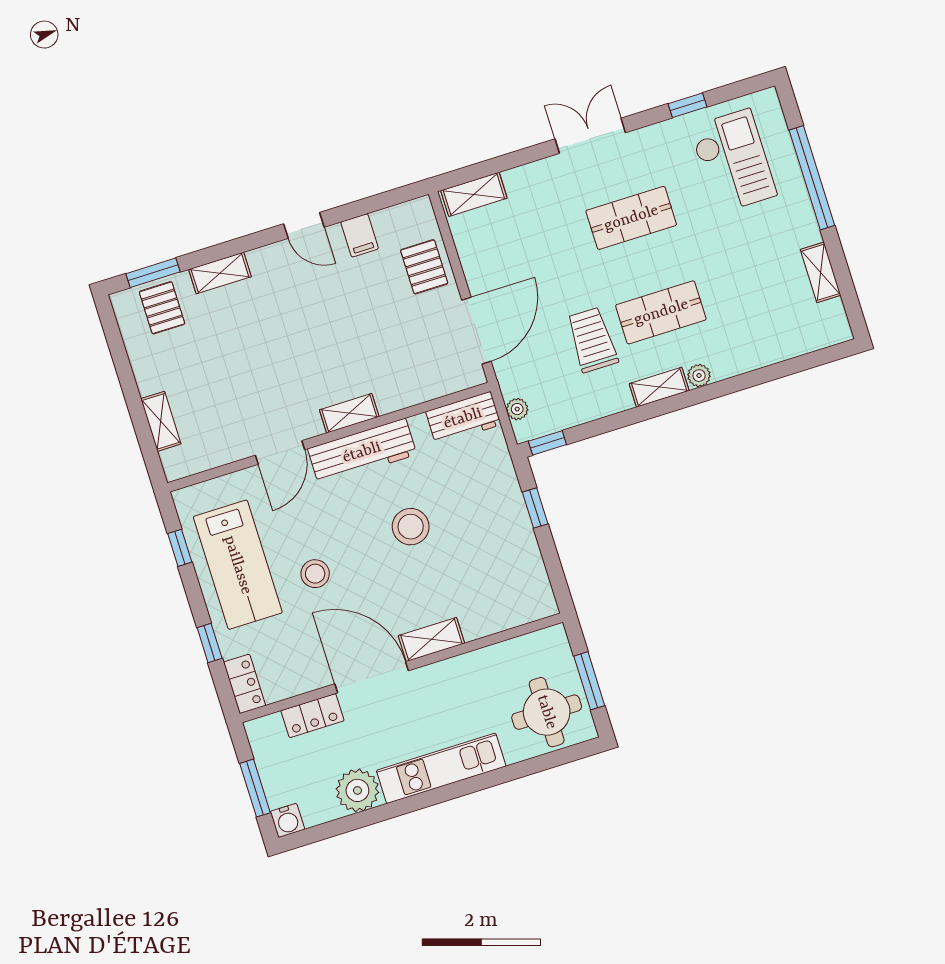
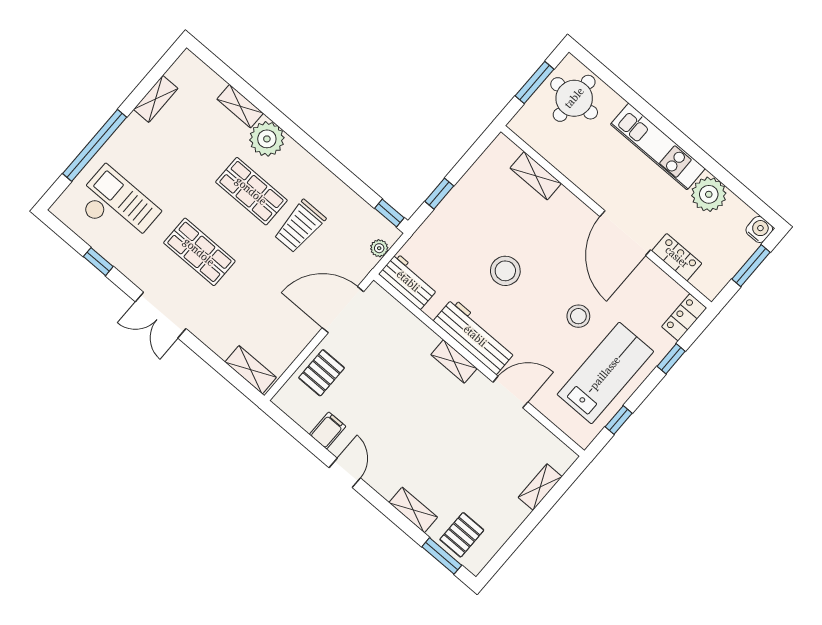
checkout: (733, 161) -> (117, 207), turned 90
plant: (699, 376) -> (267, 139), width x1.88, depth x1.88
shelving: (659, 387) -> (240, 106), moved
shelving: (431, 639) -> (536, 176), moved

